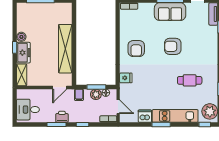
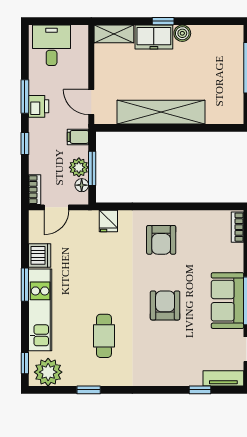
armchair: (136, 49) -> (161, 240), turned -90

